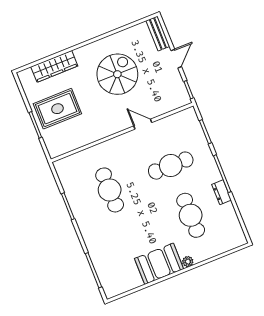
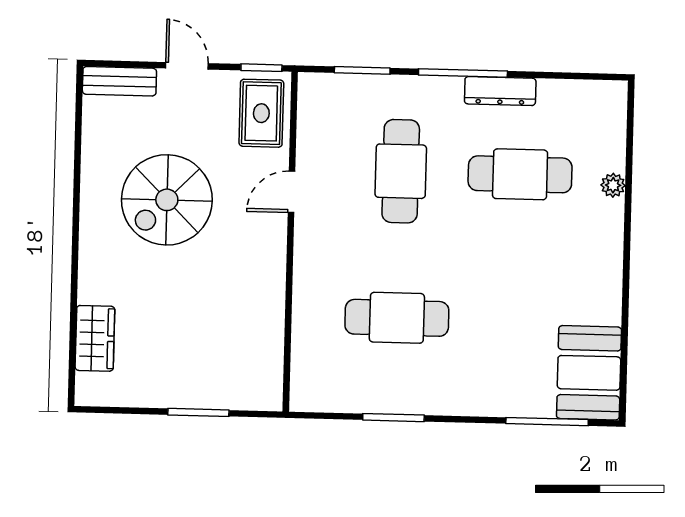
wardrobe: (54, 66) -> (95, 338), width x0.67
spiral stairs: (117, 74) -> (167, 200), turned -90
rug: (57, 109) -> (261, 113), moved, width x0.73, depth x0.70
dresser: (221, 192) -> (500, 91), width x1.44
plant: (188, 262) -> (613, 185), moved
booth: (159, 264) -> (589, 373), moved

